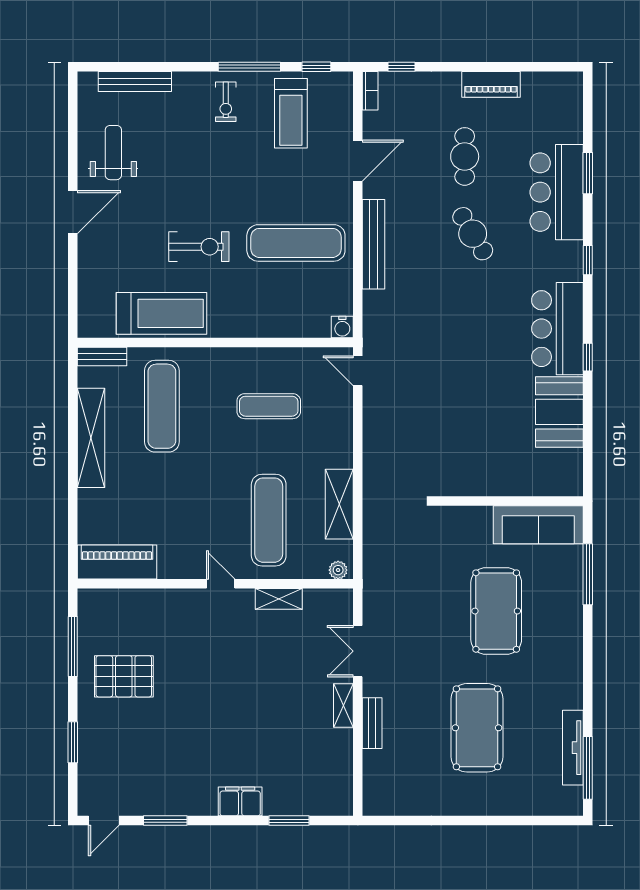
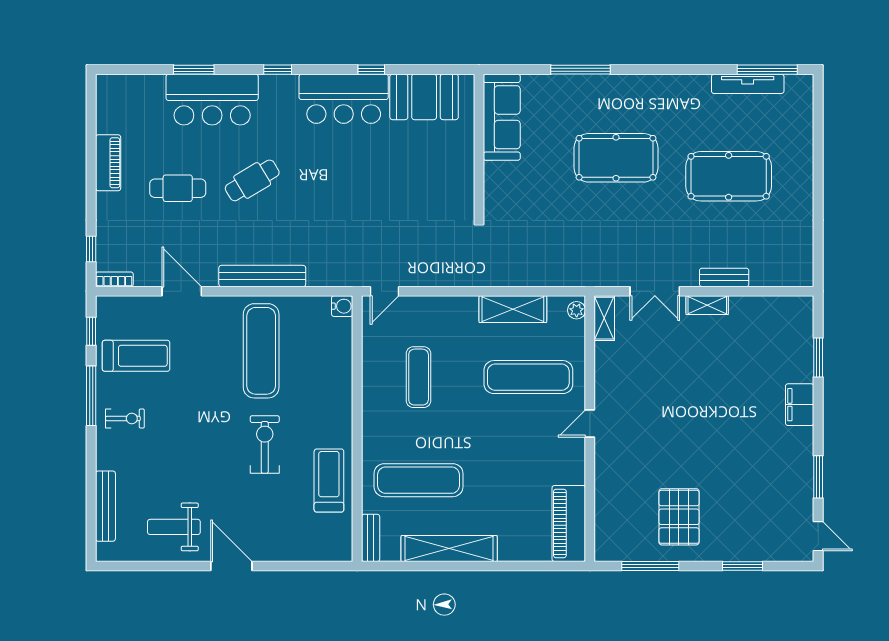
treadmill: (162, 313) -> (329, 481), width x0.73, depth x0.73
wall: (510, 501) -> (479, 145), moved
sofa: (538, 525) -> (502, 117), moved
shelving: (279, 599) -> (604, 318), moved

